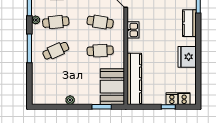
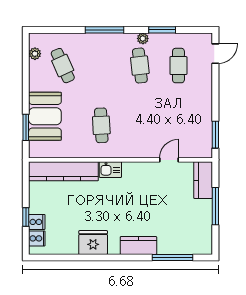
cafe table: (100, 22) -> (140, 125), removed
kitchen sink: (133, 30) -> (110, 170), moved
cafe table: (56, 51) -> (63, 66), moved
booth: (112, 87) -> (45, 116), moved, turned 90
plant: (70, 100) -> (35, 54), moved

